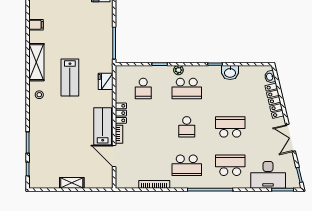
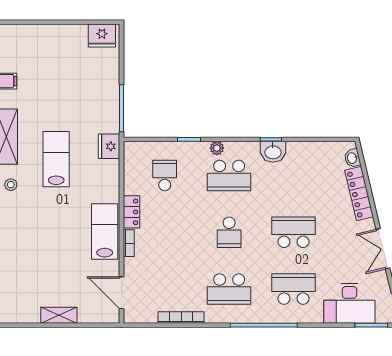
washbasin: (230, 73) -> (273, 152), moved
lab bench: (70, 78) -> (56, 159), turned 180
fridge: (106, 81) -> (109, 146), moved
school desk: (143, 89) -> (165, 175), turned 180
door: (114, 156) -> (122, 293), moved

